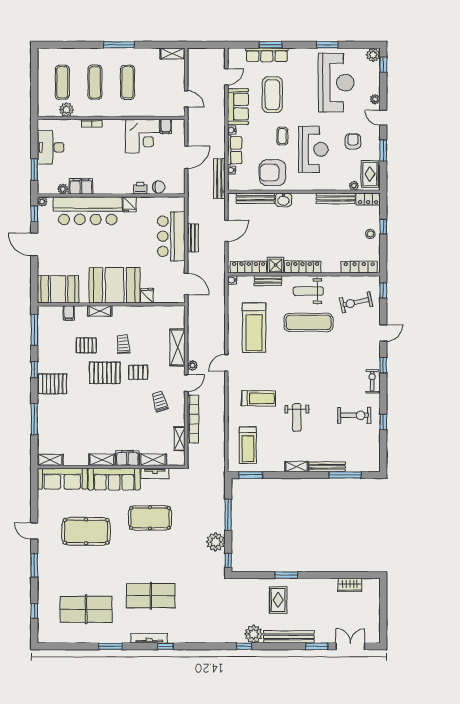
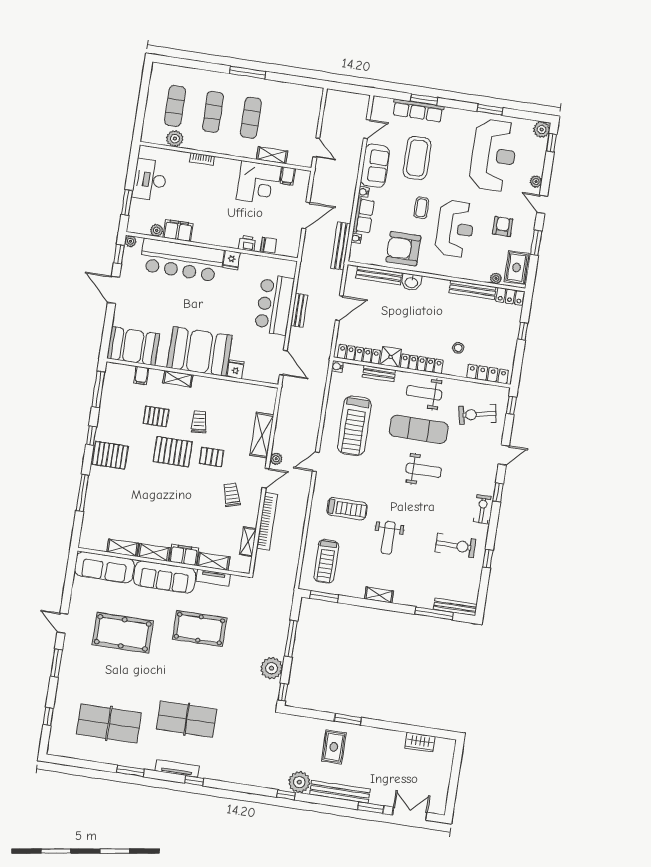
shelving: (173, 54) -> (272, 155), moved
stool: (370, 234) -> (458, 348), moved
weight bench: (318, 356) -> (424, 470), added
shelving: (50, 460) -> (123, 548), moved
bench: (327, 467) -> (455, 607), moved

